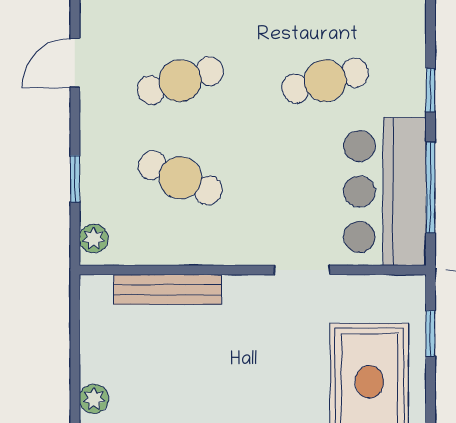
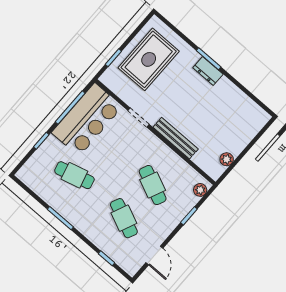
door: (75, 63) -> (154, 255), hinge flipped
cafe table: (180, 81) -> (124, 218), turned 42
bench: (168, 289) -> (176, 138), moved
plant: (94, 399) -> (227, 159), moved

